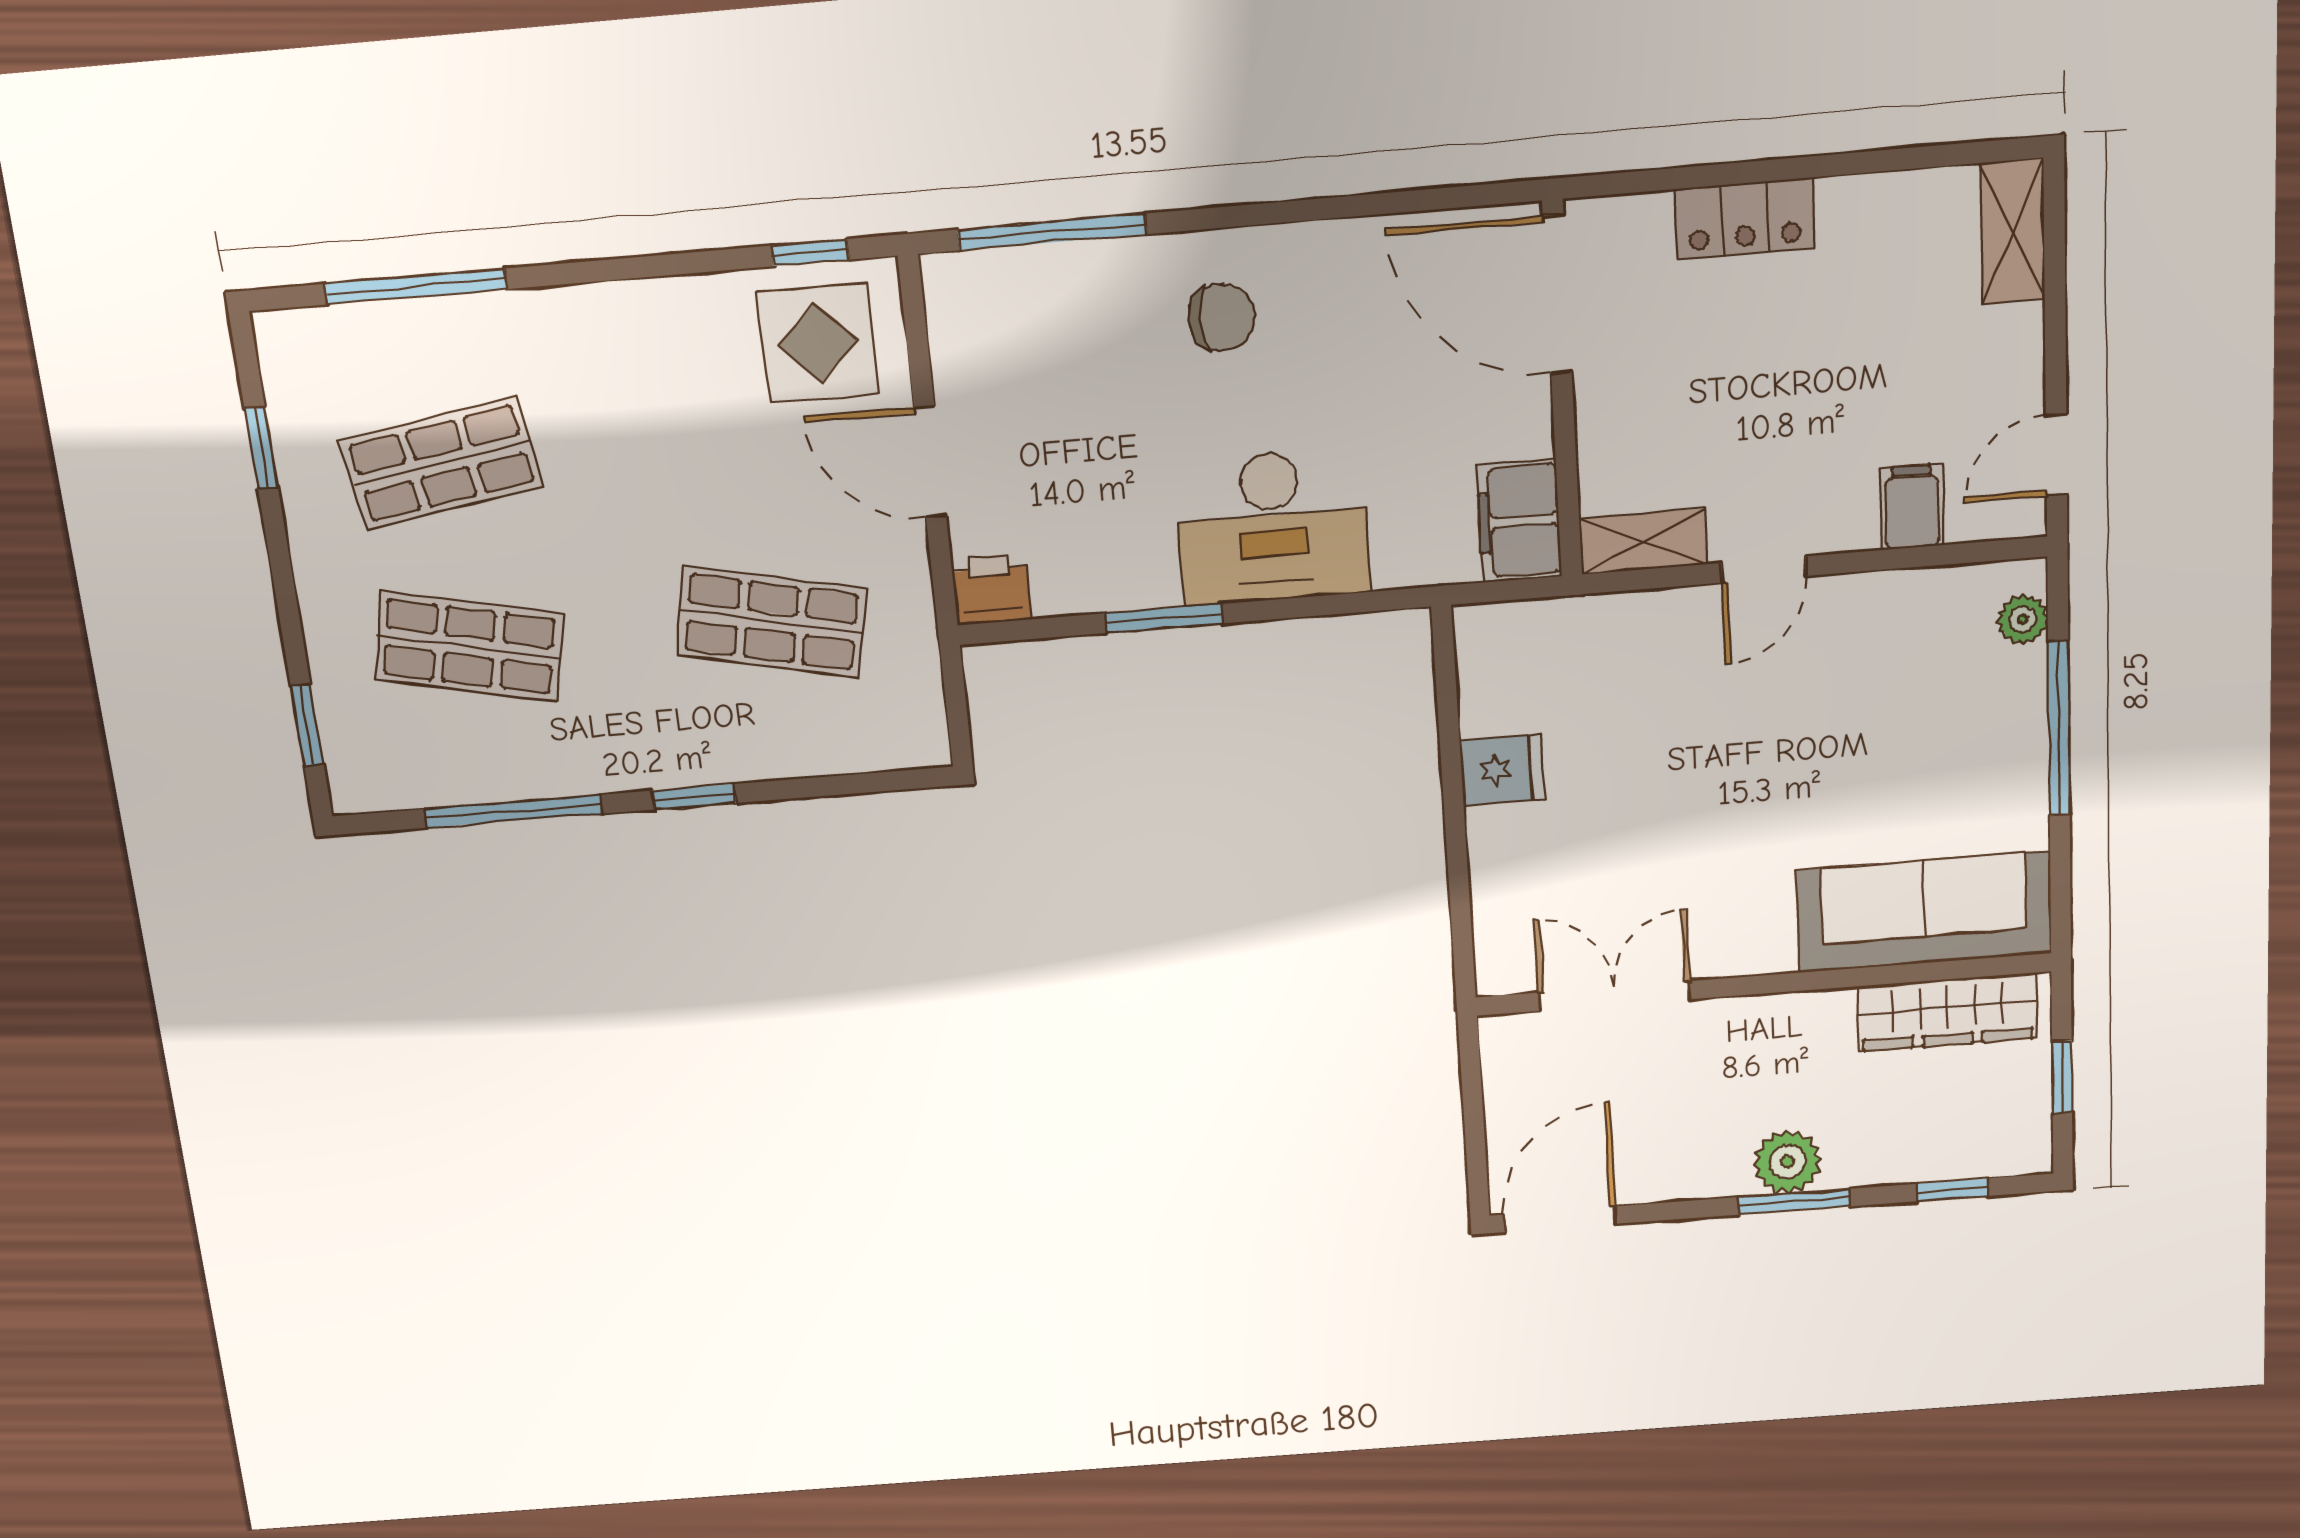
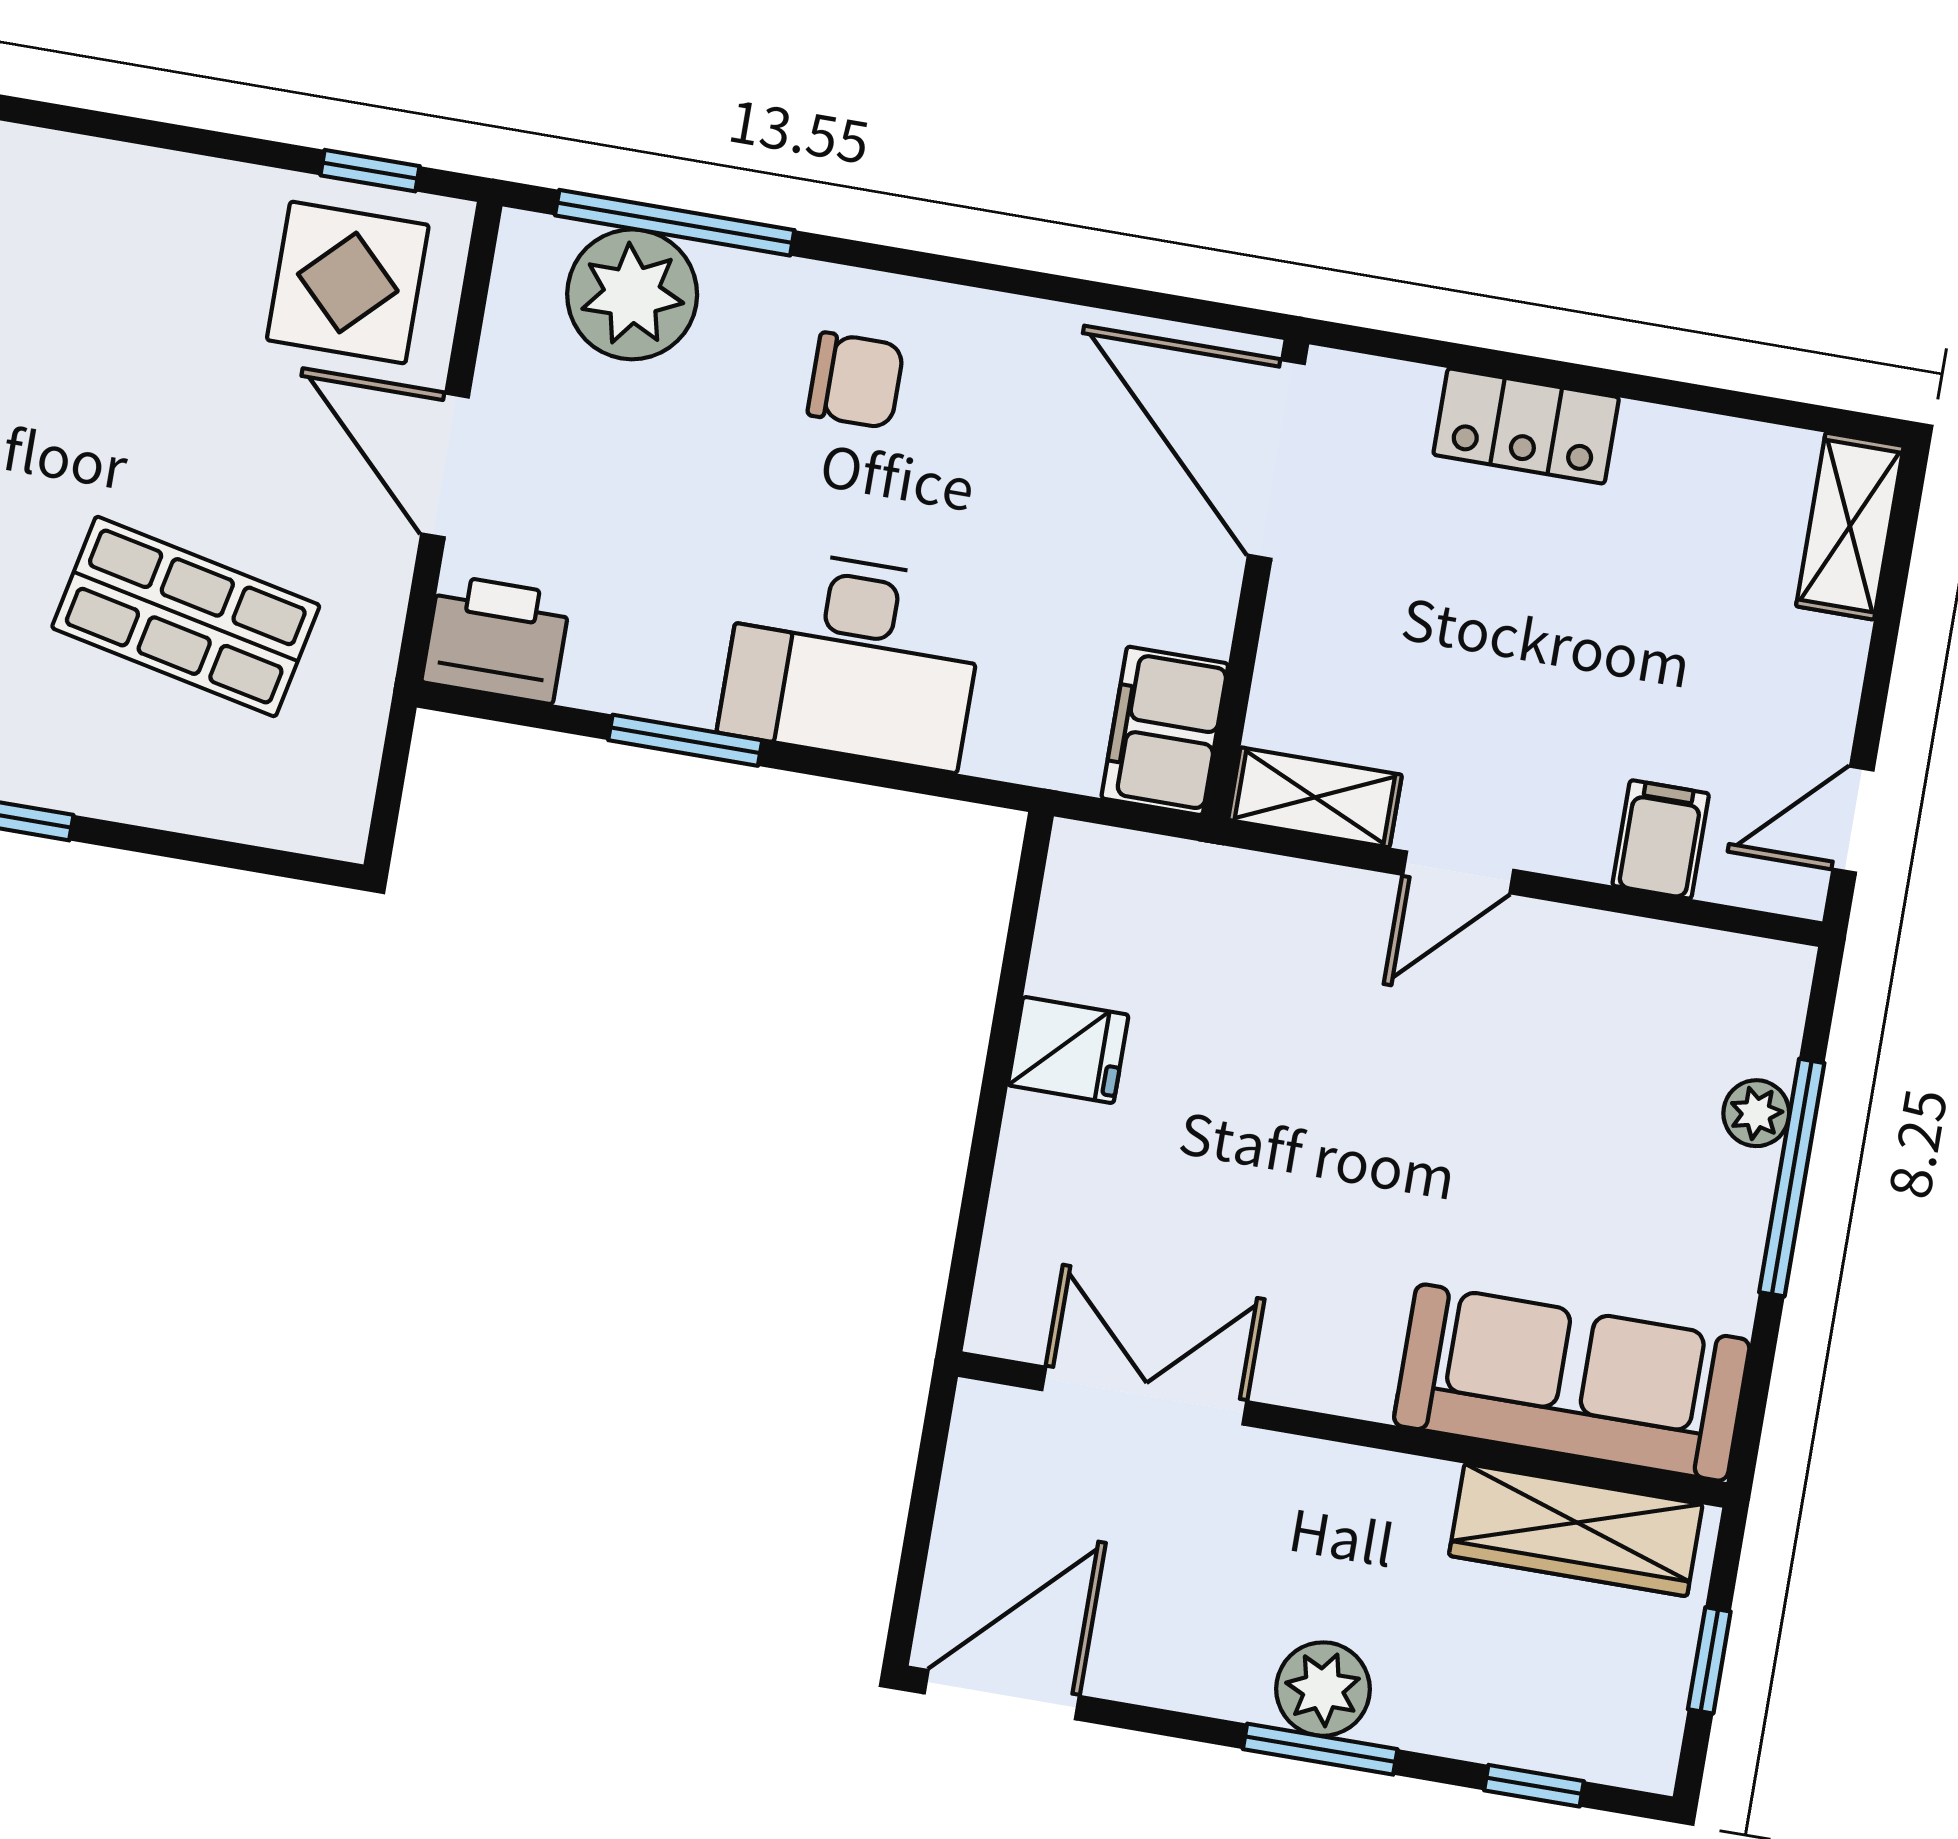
plant: (1035, 296) -> (632, 294), added
printer: (991, 589) -> (496, 639), width x1.36, depth x1.24
plant: (2023, 619) -> (1756, 1113), moved

